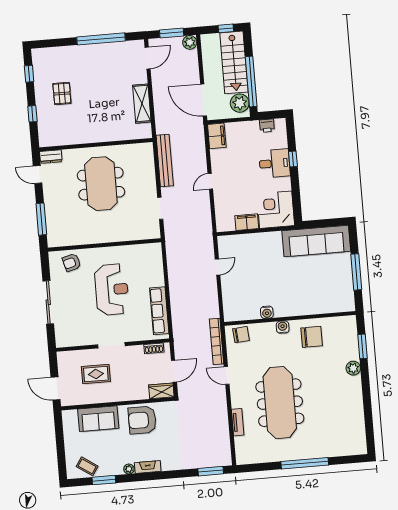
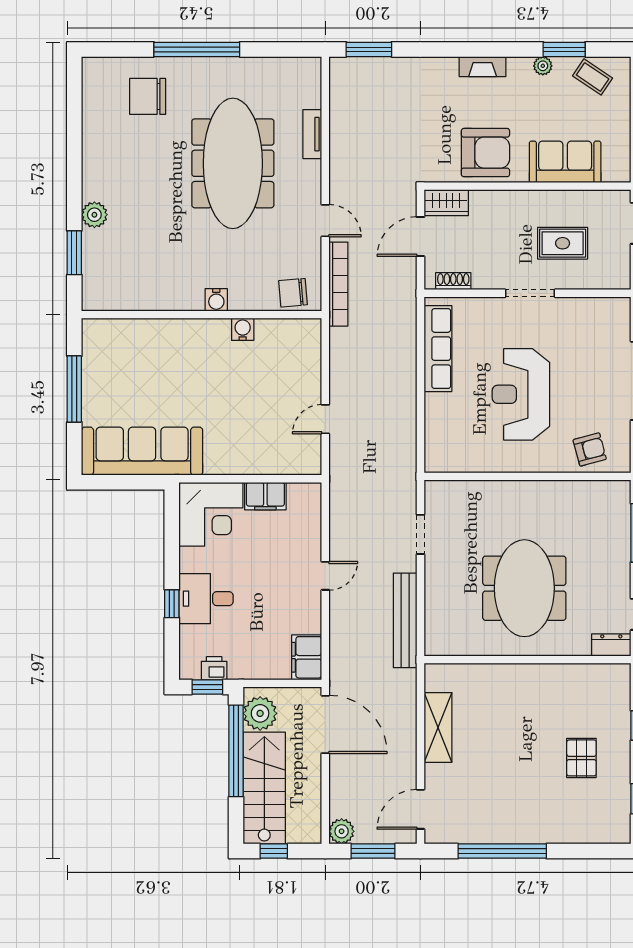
window: (270, 115) -> (207, 687), added
chair: (312, 337) -> (148, 96), moved
plant: (129, 469) -> (543, 66), moved

